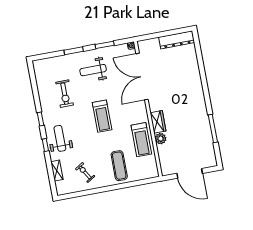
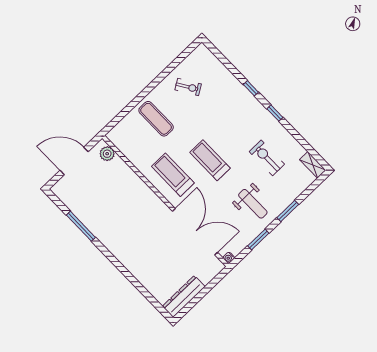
weight bench: (93, 70) -> (253, 204), turned 90
wardrobe: (158, 122) -> (145, 194), removed
weight bench: (60, 138) -> (240, 106), removed
plant: (161, 139) -> (107, 154), moved
treadmill: (141, 140) -> (173, 175), moved
shelving: (57, 171) -> (313, 165), moved

